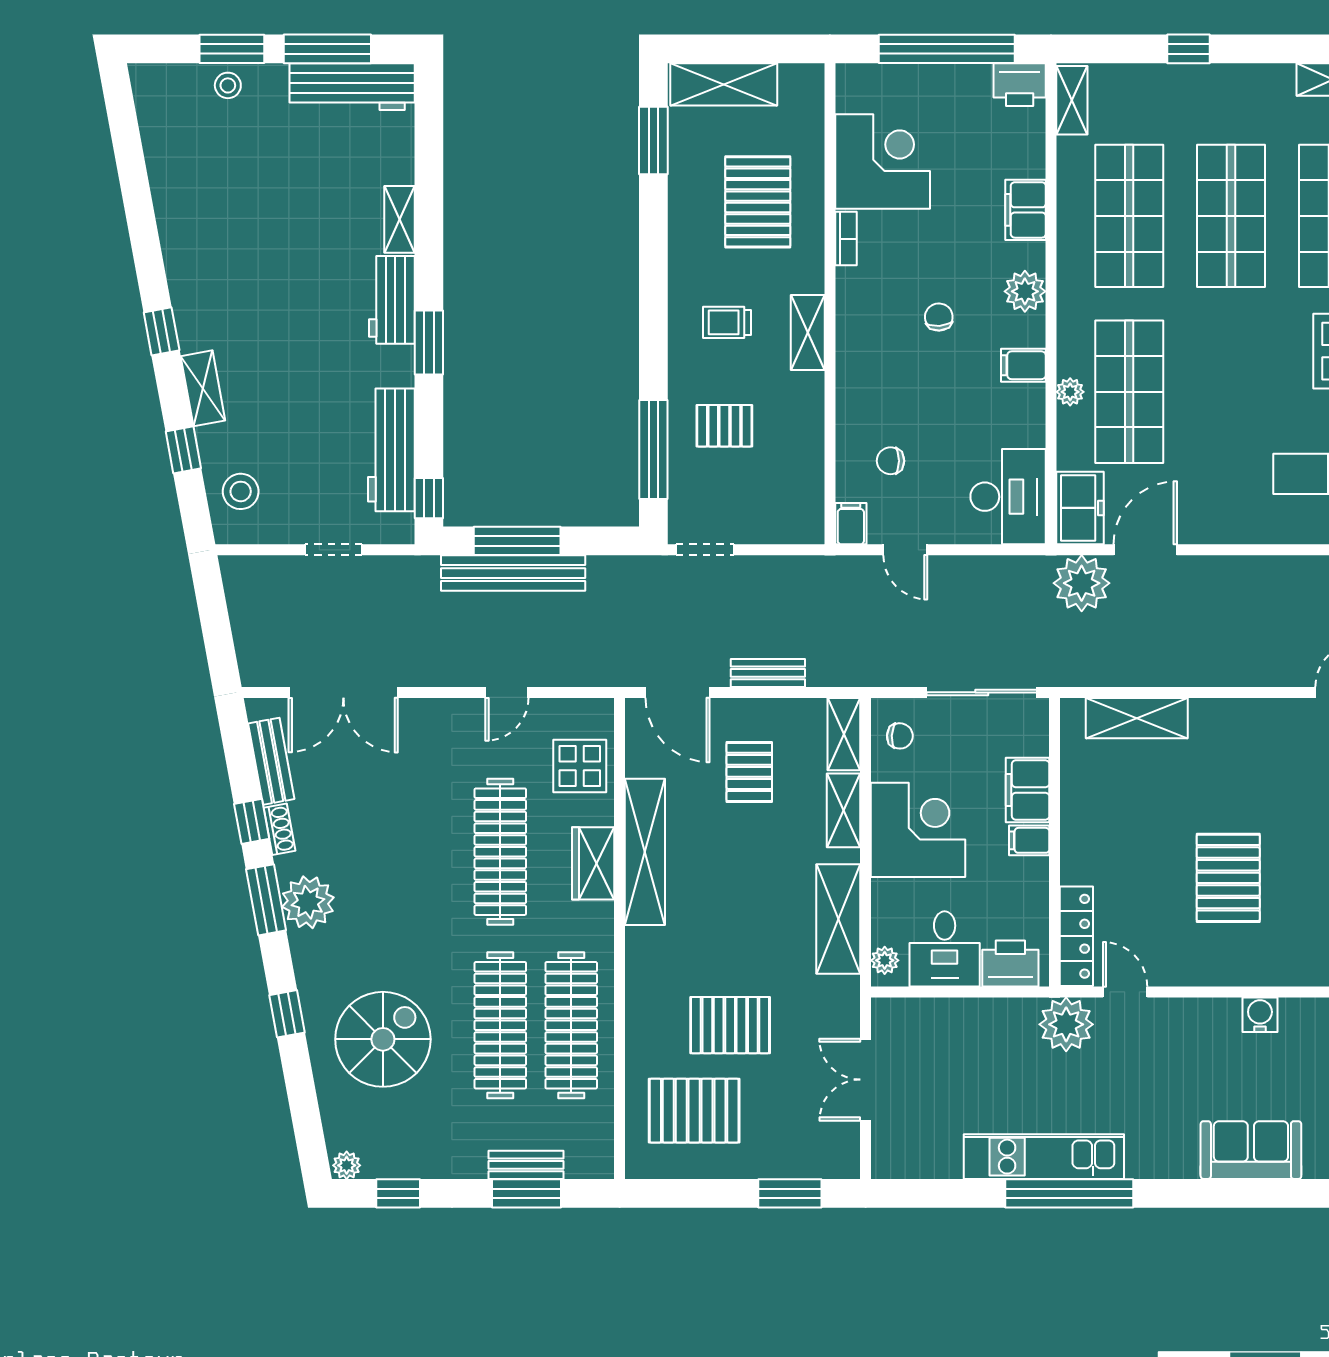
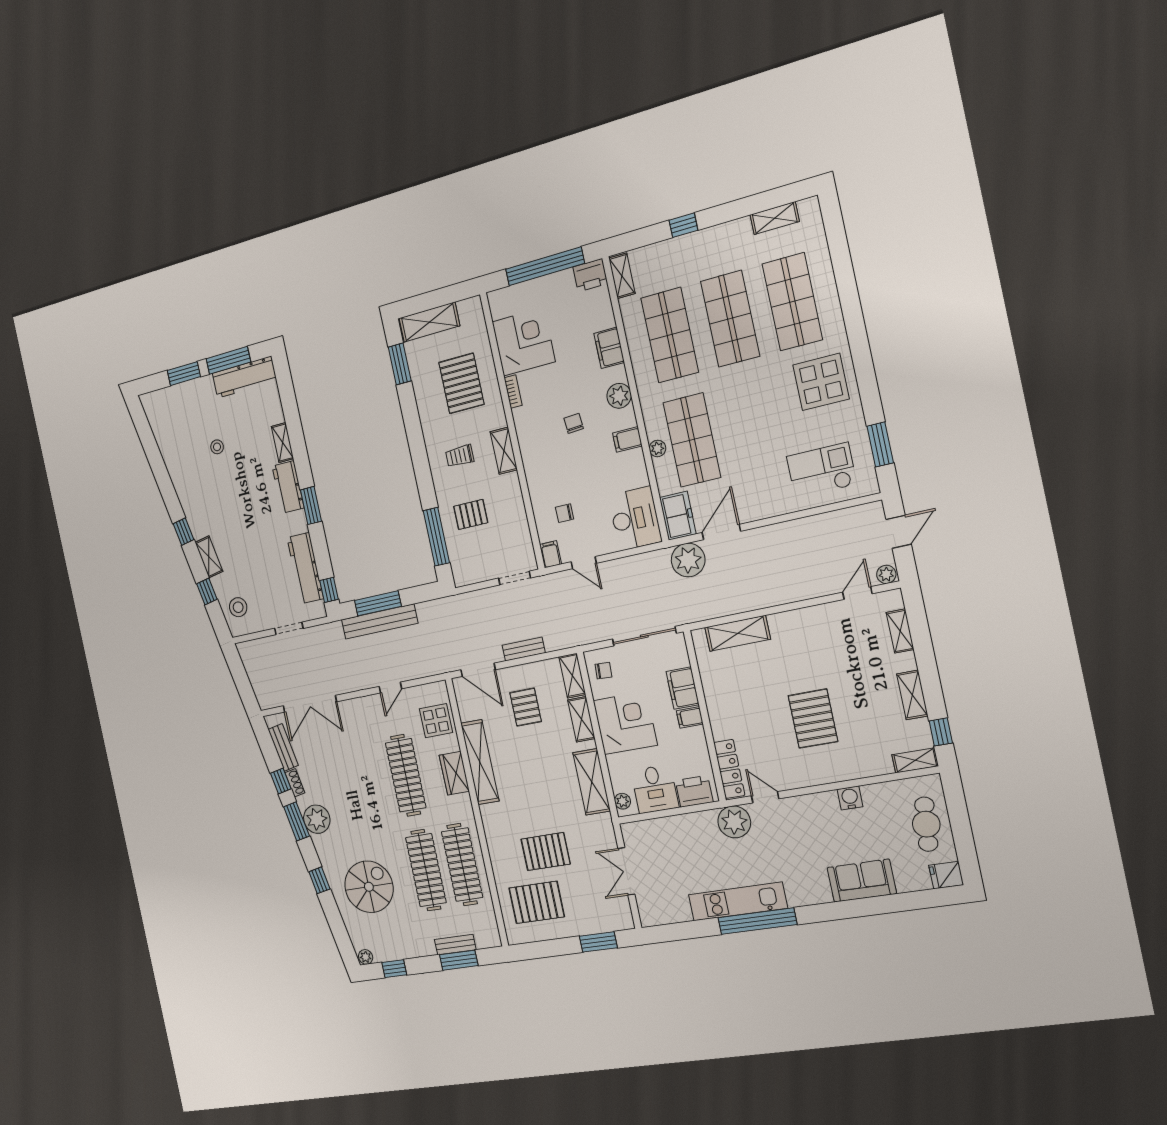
stool: (228, 85) -> (217, 447), moved
doorway: (705, 550) -> (514, 578), moved

